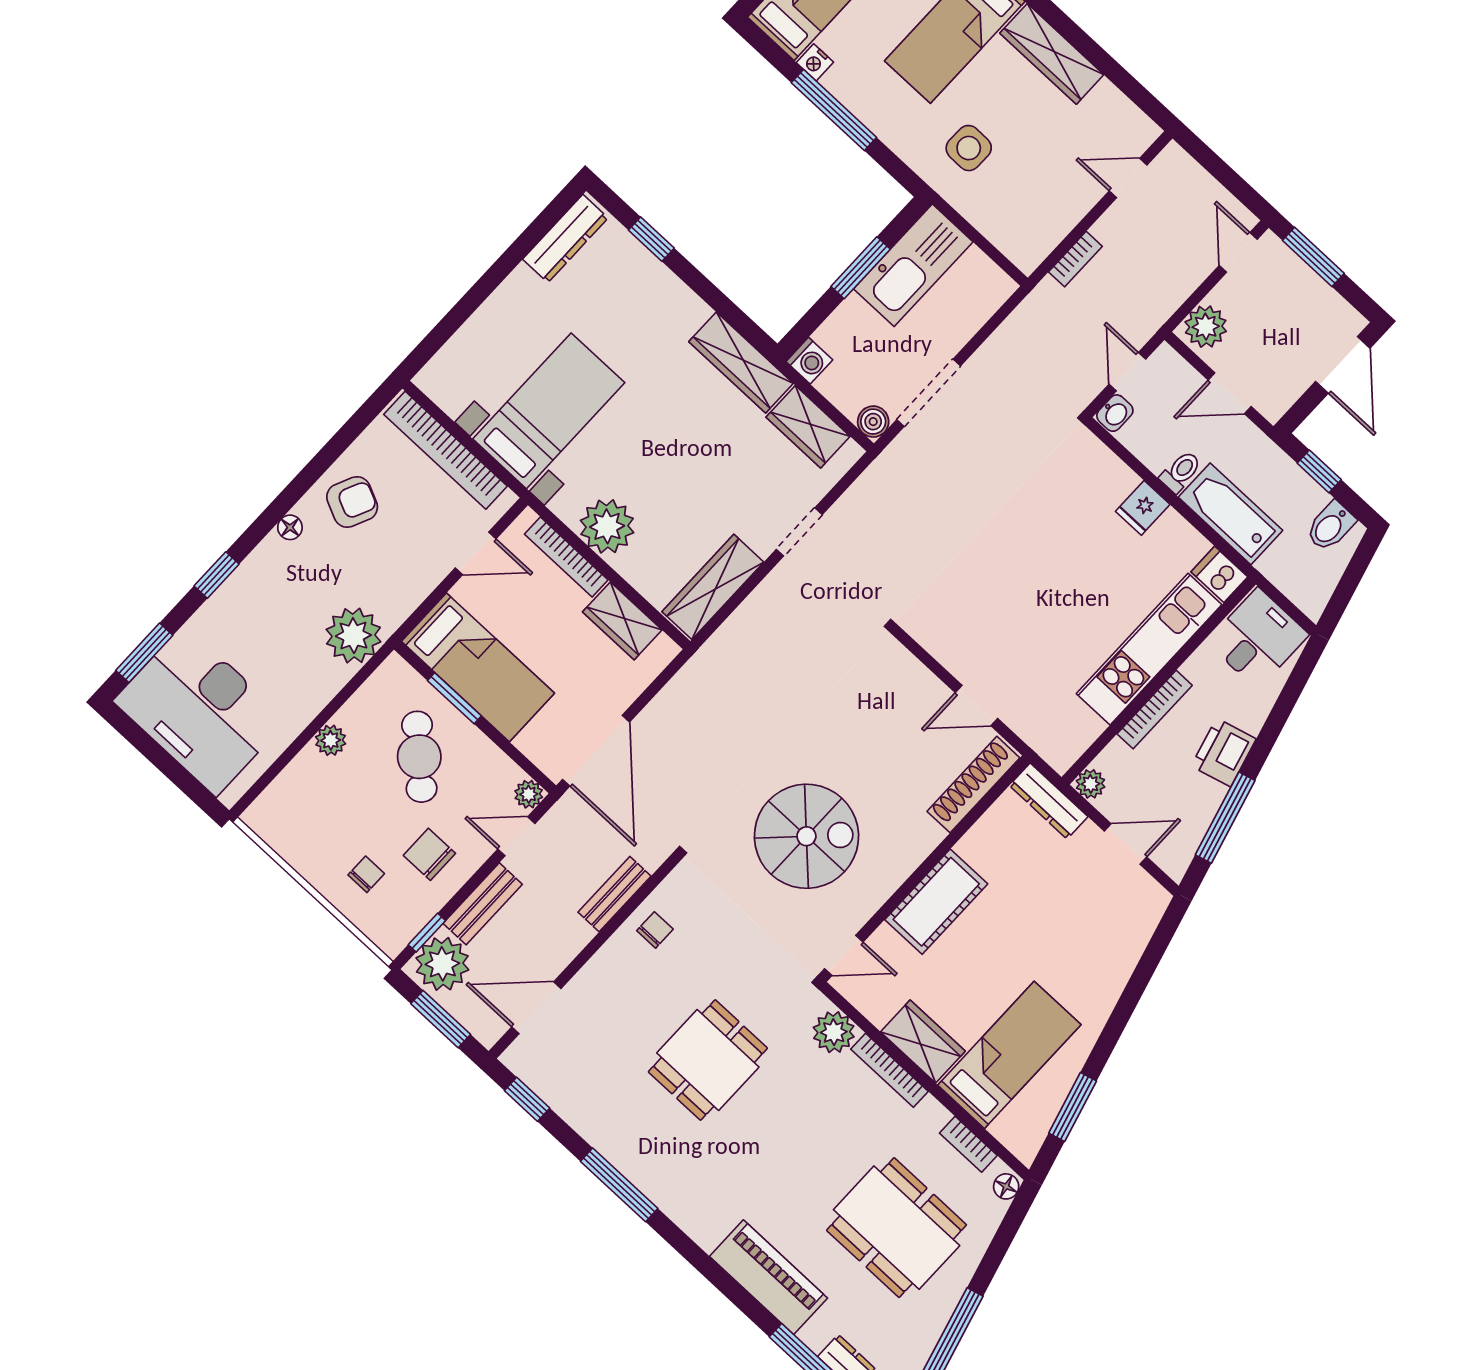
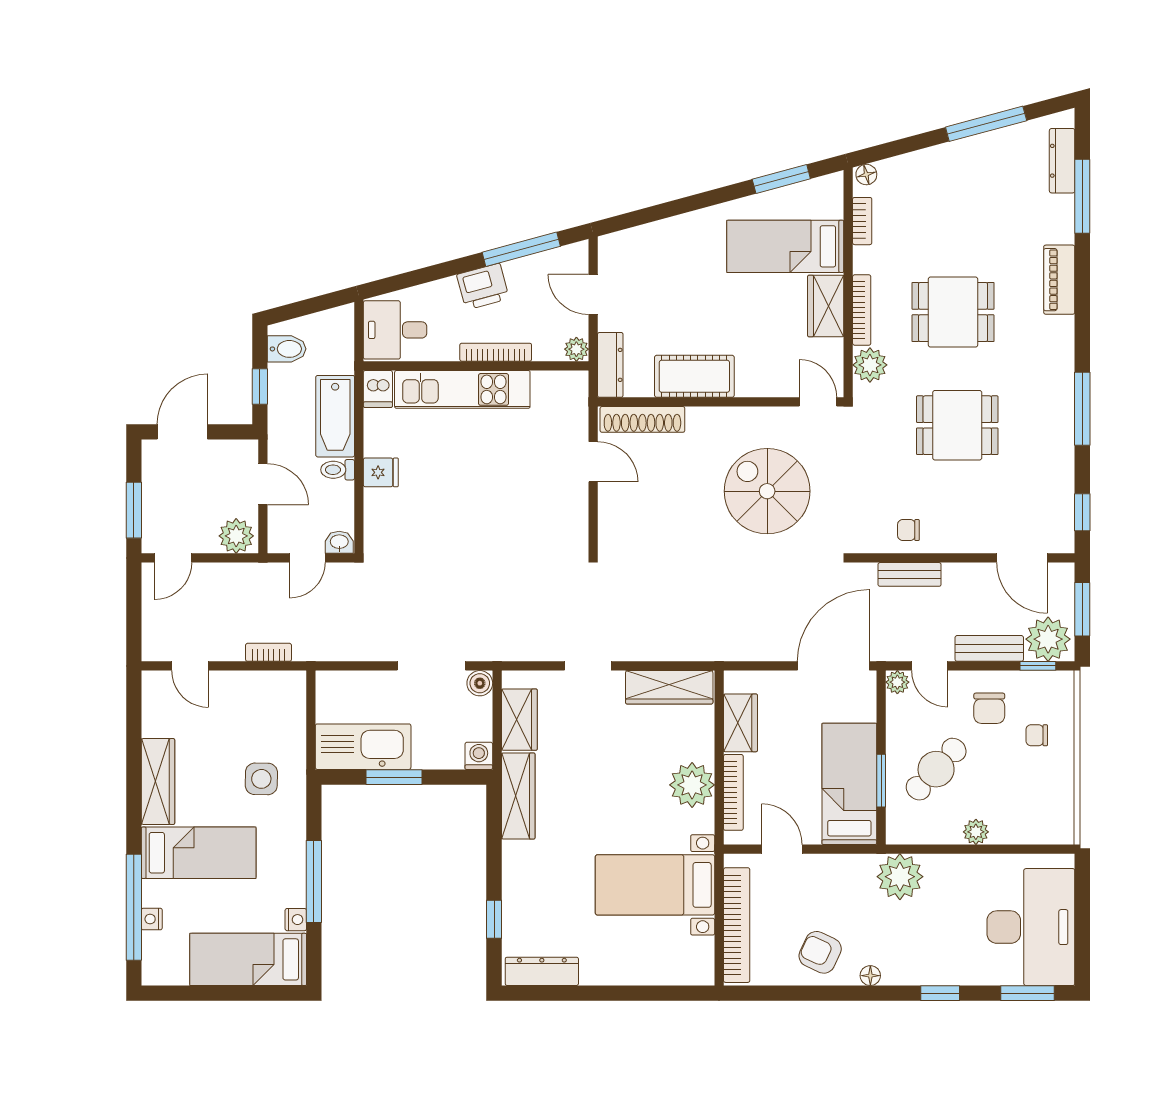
cot: (936, 902) -> (694, 376), moved
dining table: (897, 1228) -> (953, 312), moved, width x0.73
piano: (769, 1277) -> (1059, 280), width x0.73, depth x0.75

